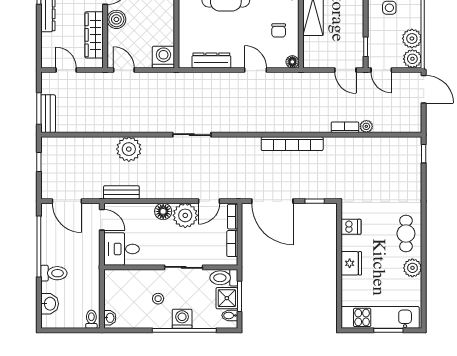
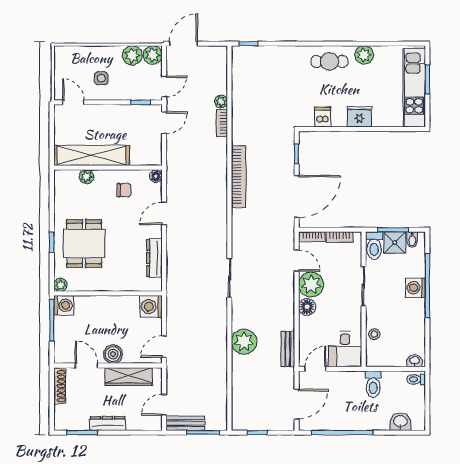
bench: (48, 114) -> (185, 423), moved
toilet: (54, 273) -> (373, 384), moved, turned 180
stool: (158, 299) -> (374, 334), moved

